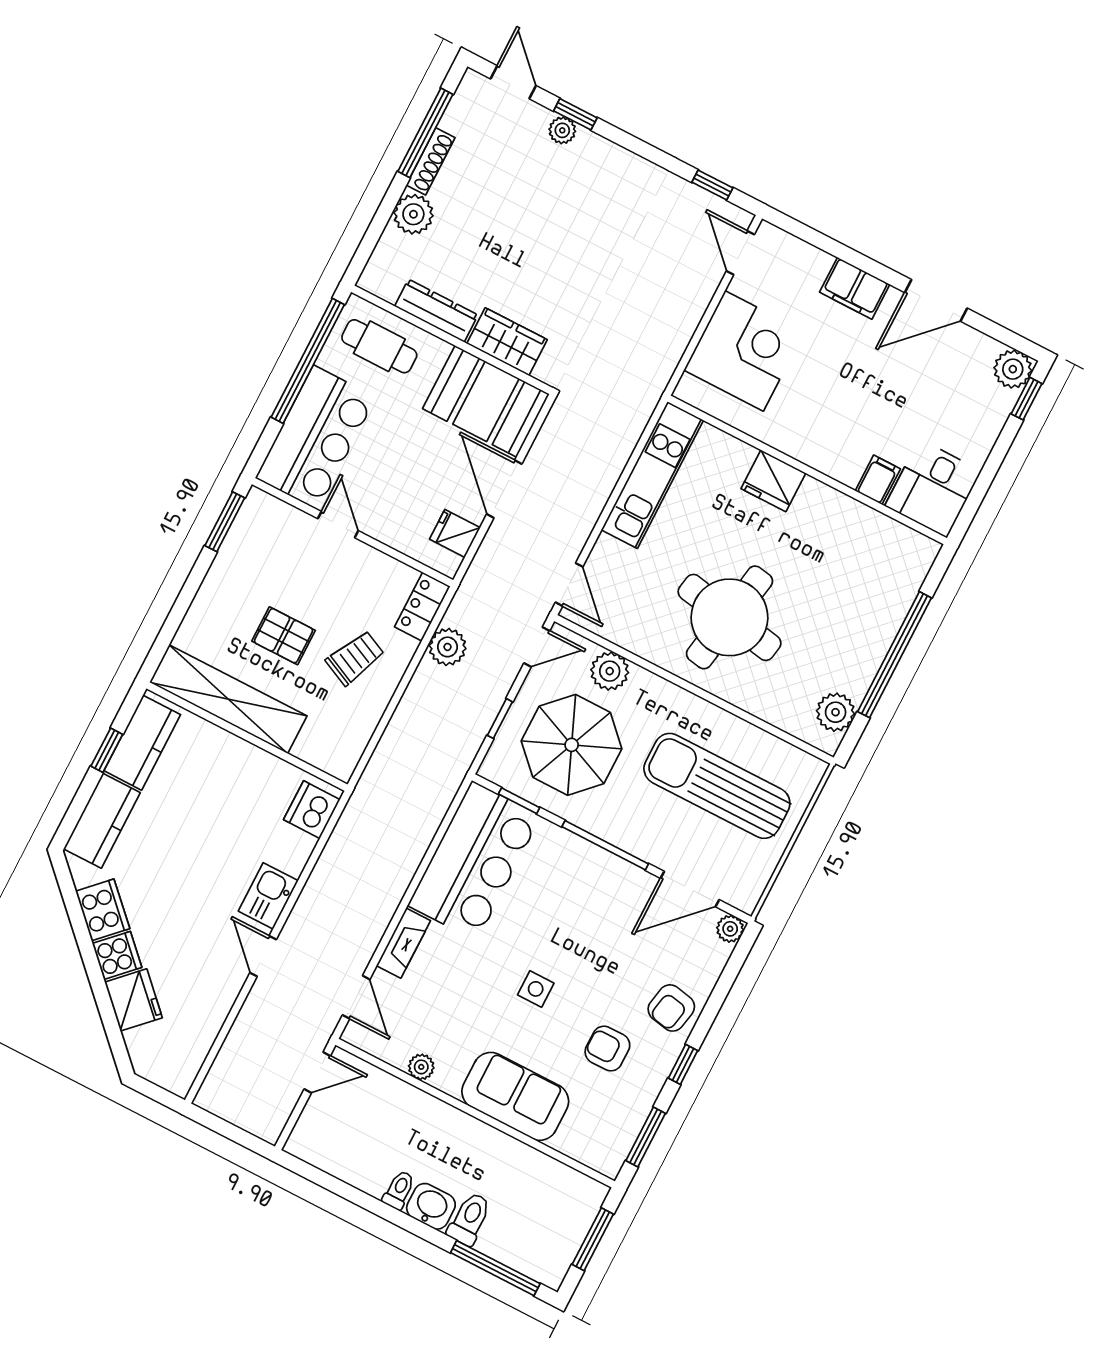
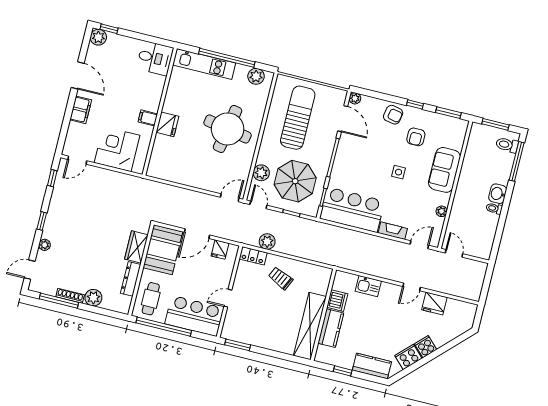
window: (575, 114) -> (42, 221), moved
kitchen unit: (652, 475) -> (204, 64), moved, turned 180
filing cabinet: (878, 480) -> (148, 118), moved
pallet: (284, 636) -> (279, 310), removed
kitchen counter: (142, 743) -> (331, 328), moved, turned 90
sun lounger: (717, 786) -> (298, 118), turned 180
dishwasher: (312, 810) -> (337, 301), moved, turned -90
kitchen sink: (268, 896) -> (368, 286), moved
fridge: (134, 1000) -> (434, 304), moved, turned -135
toilet: (469, 1219) -> (507, 145), moved

